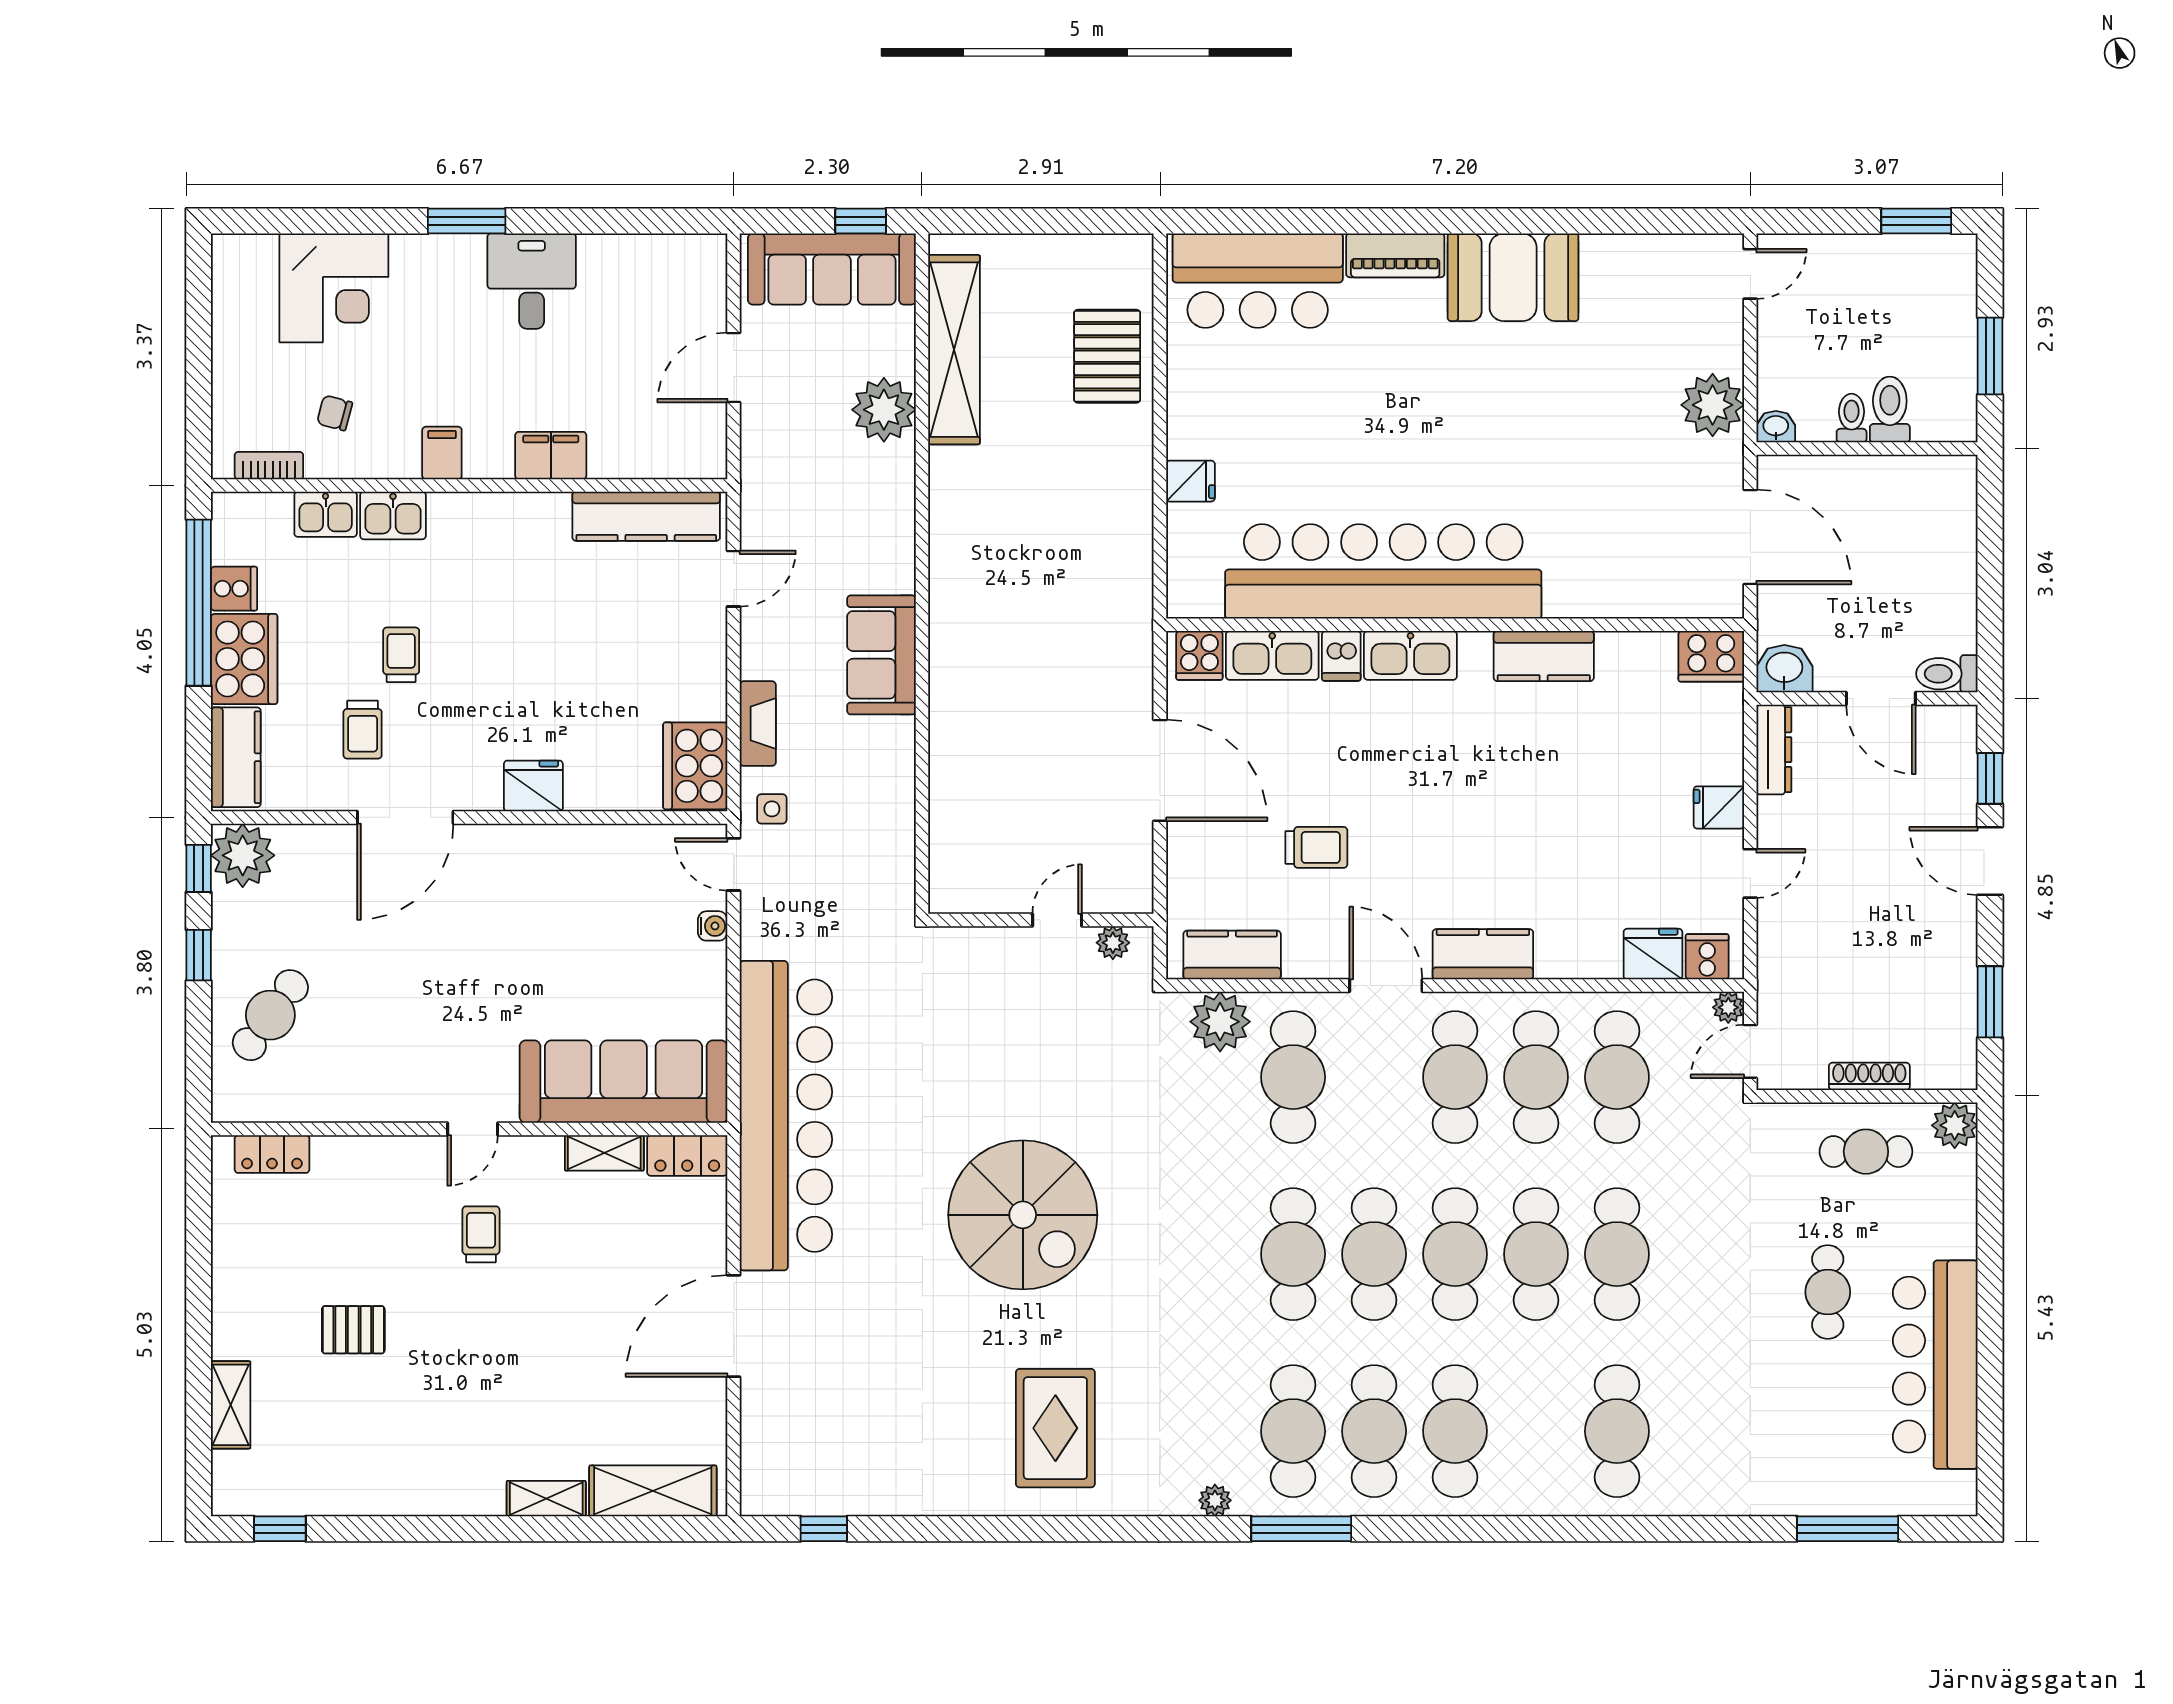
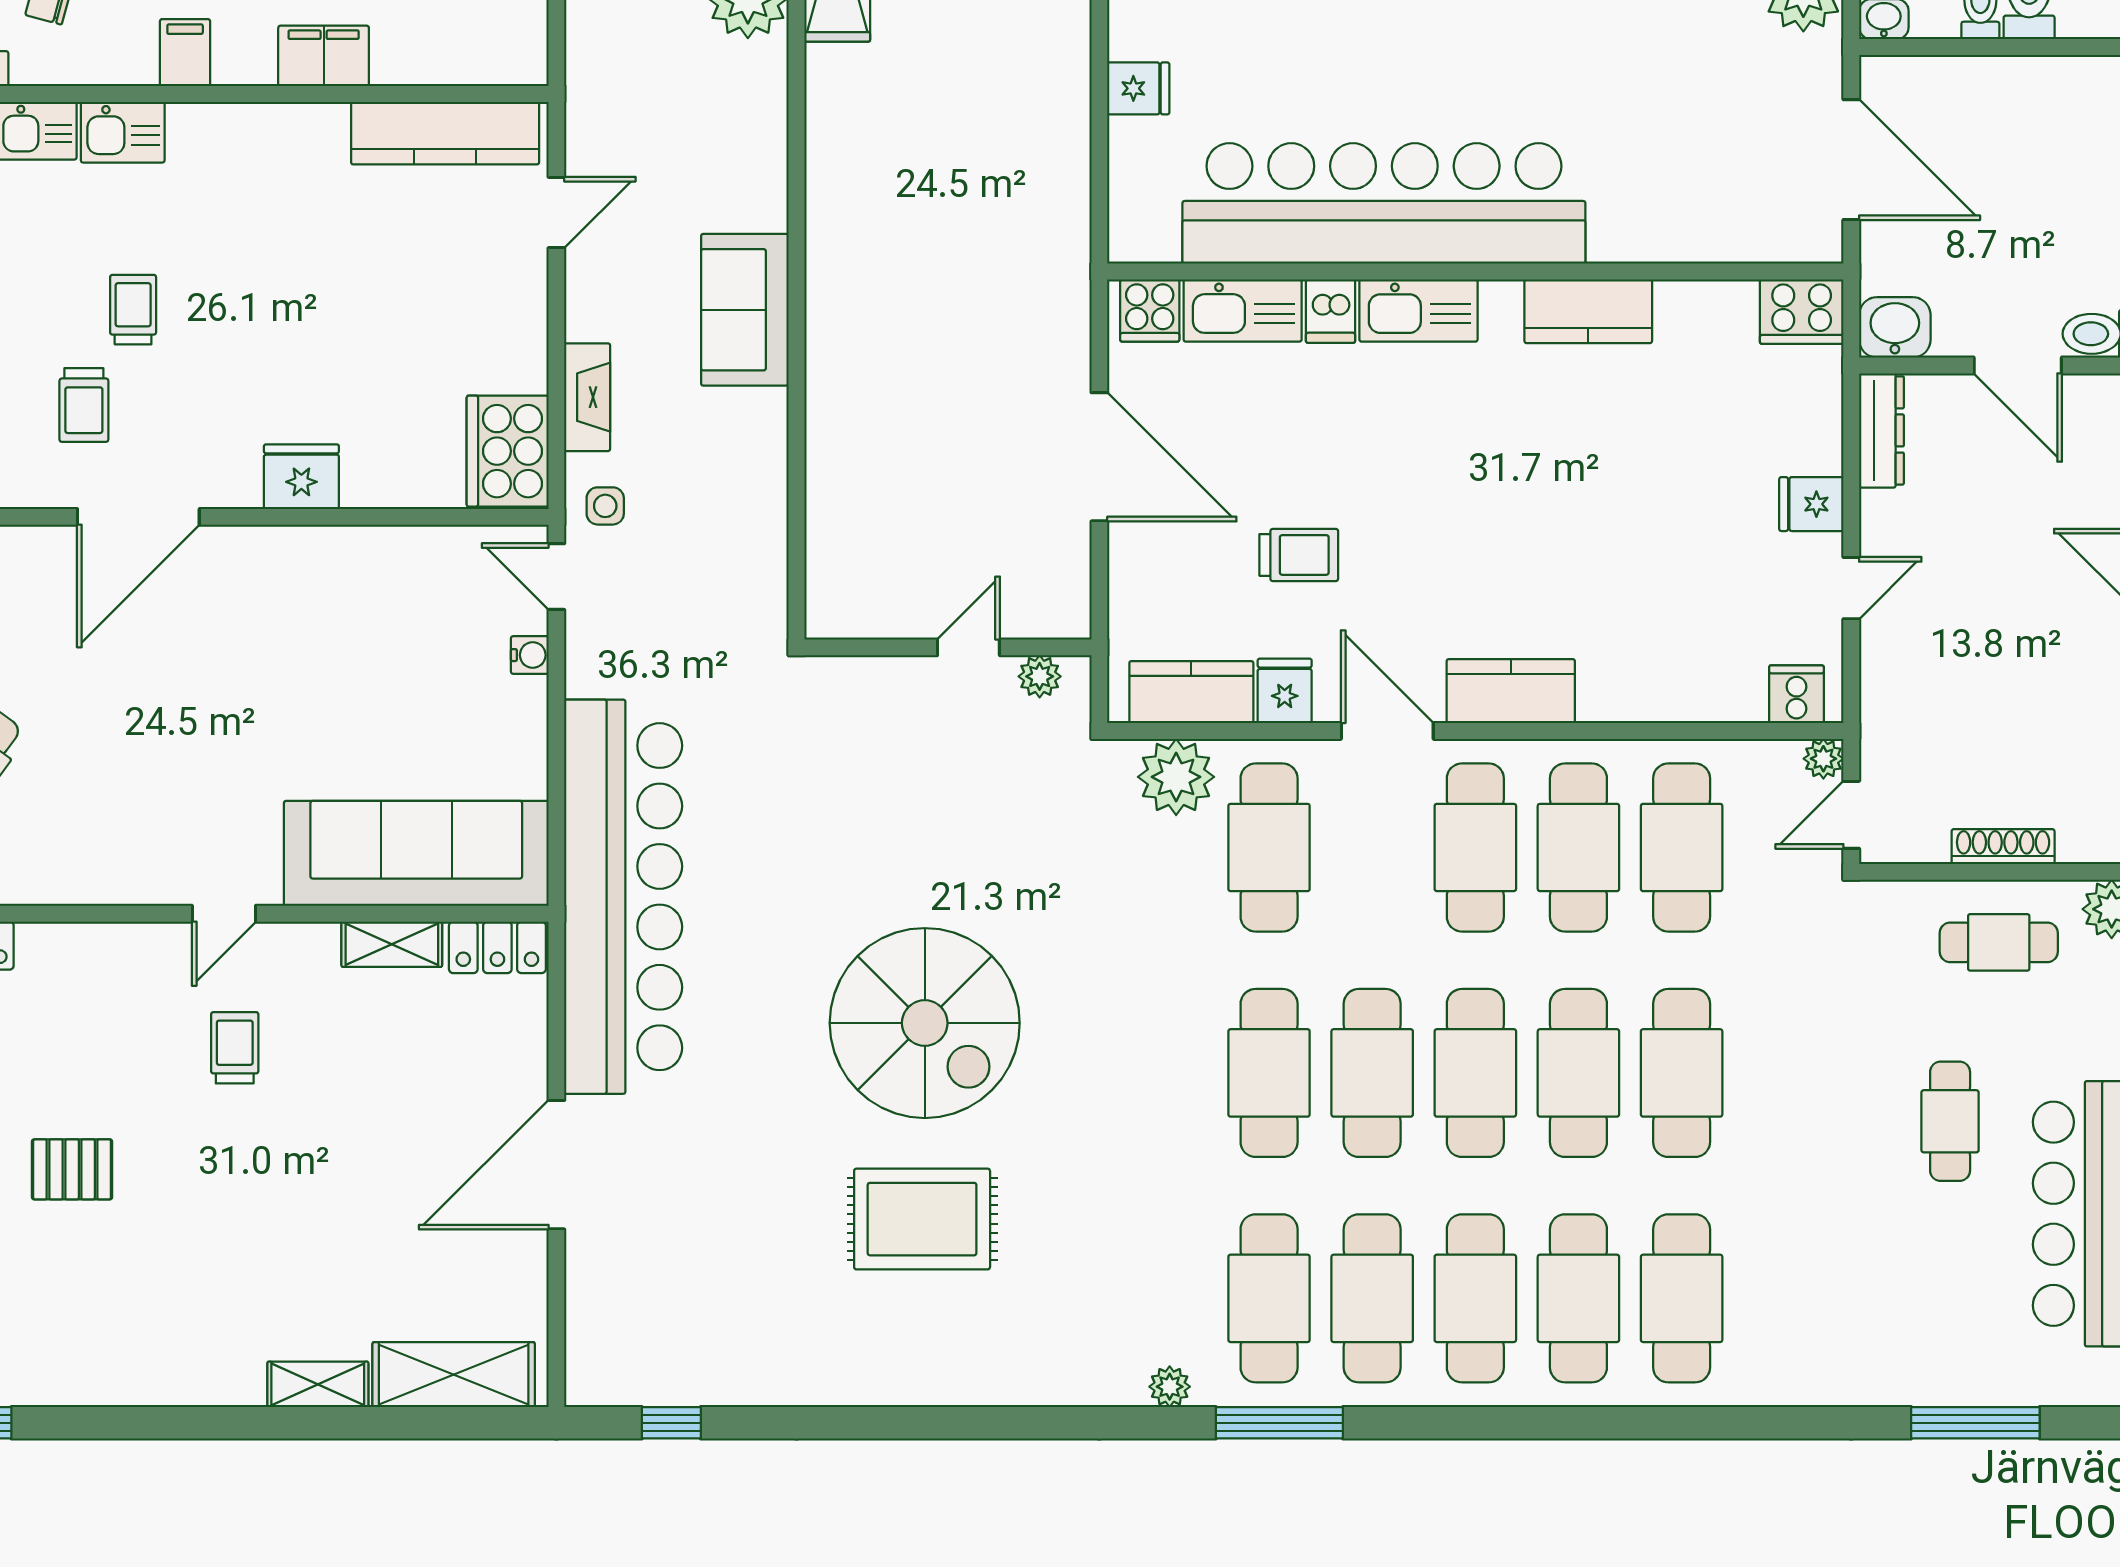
fridge: (1653, 954) -> (1285, 691), moved, width x0.72
rug: (1055, 1428) -> (922, 1219), moved, turned 90
cafe table: (1536, 1431) -> (1578, 1298), added

